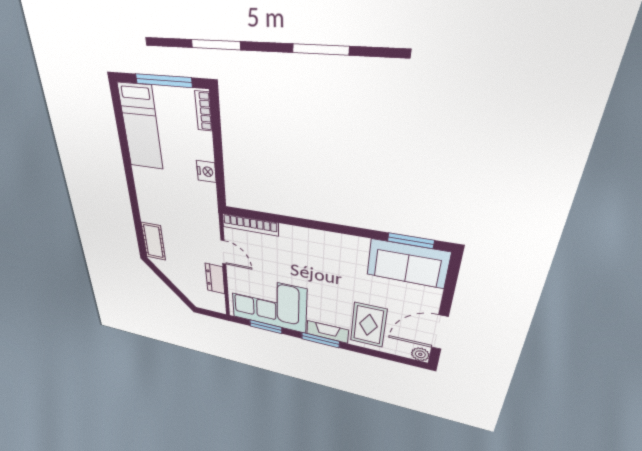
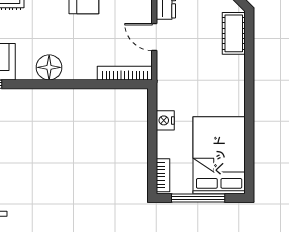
bed: (141, 127) -> (219, 155), width x1.50
floor lamp: (331, 244) -> (49, 67), added

